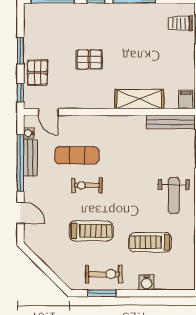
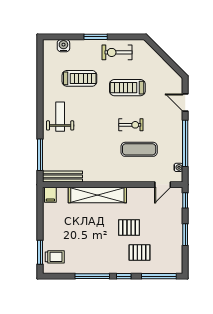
pallet: (38, 73) -> (140, 253), moved, turned 90
shelving: (139, 99) -> (97, 195), width x1.47
door: (48, 112) -> (163, 185), swing flipped
bench: (30, 158) -> (177, 147), removed
water cooler: (147, 282) -> (63, 46), moved
window: (102, 293) -> (96, 37), moved

